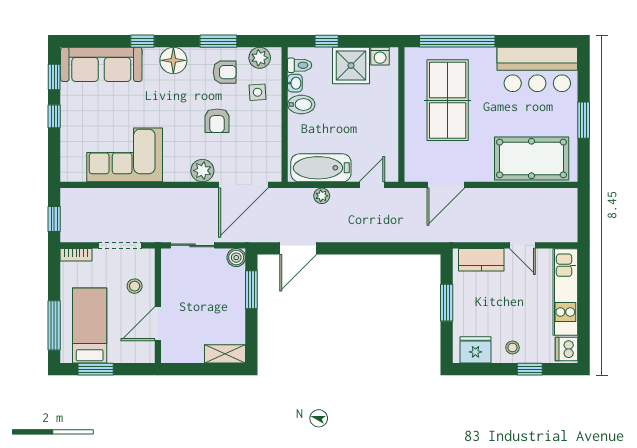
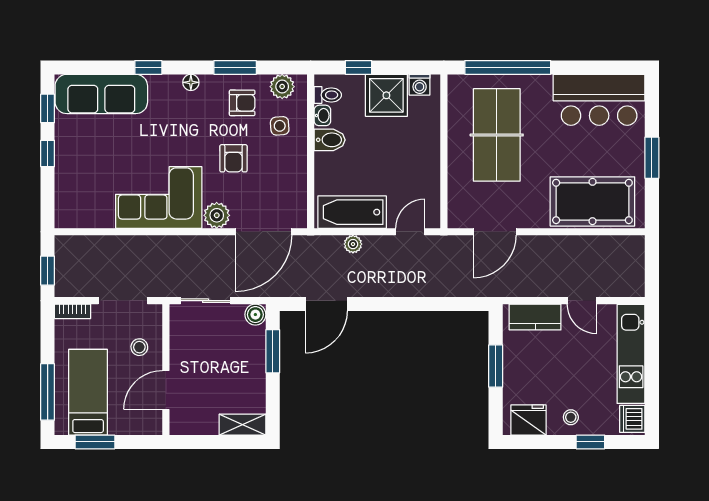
floor lamp: (173, 60) -> (191, 82), width x0.53, depth x0.53
corner sofa: (125, 155) -> (159, 197), moved

